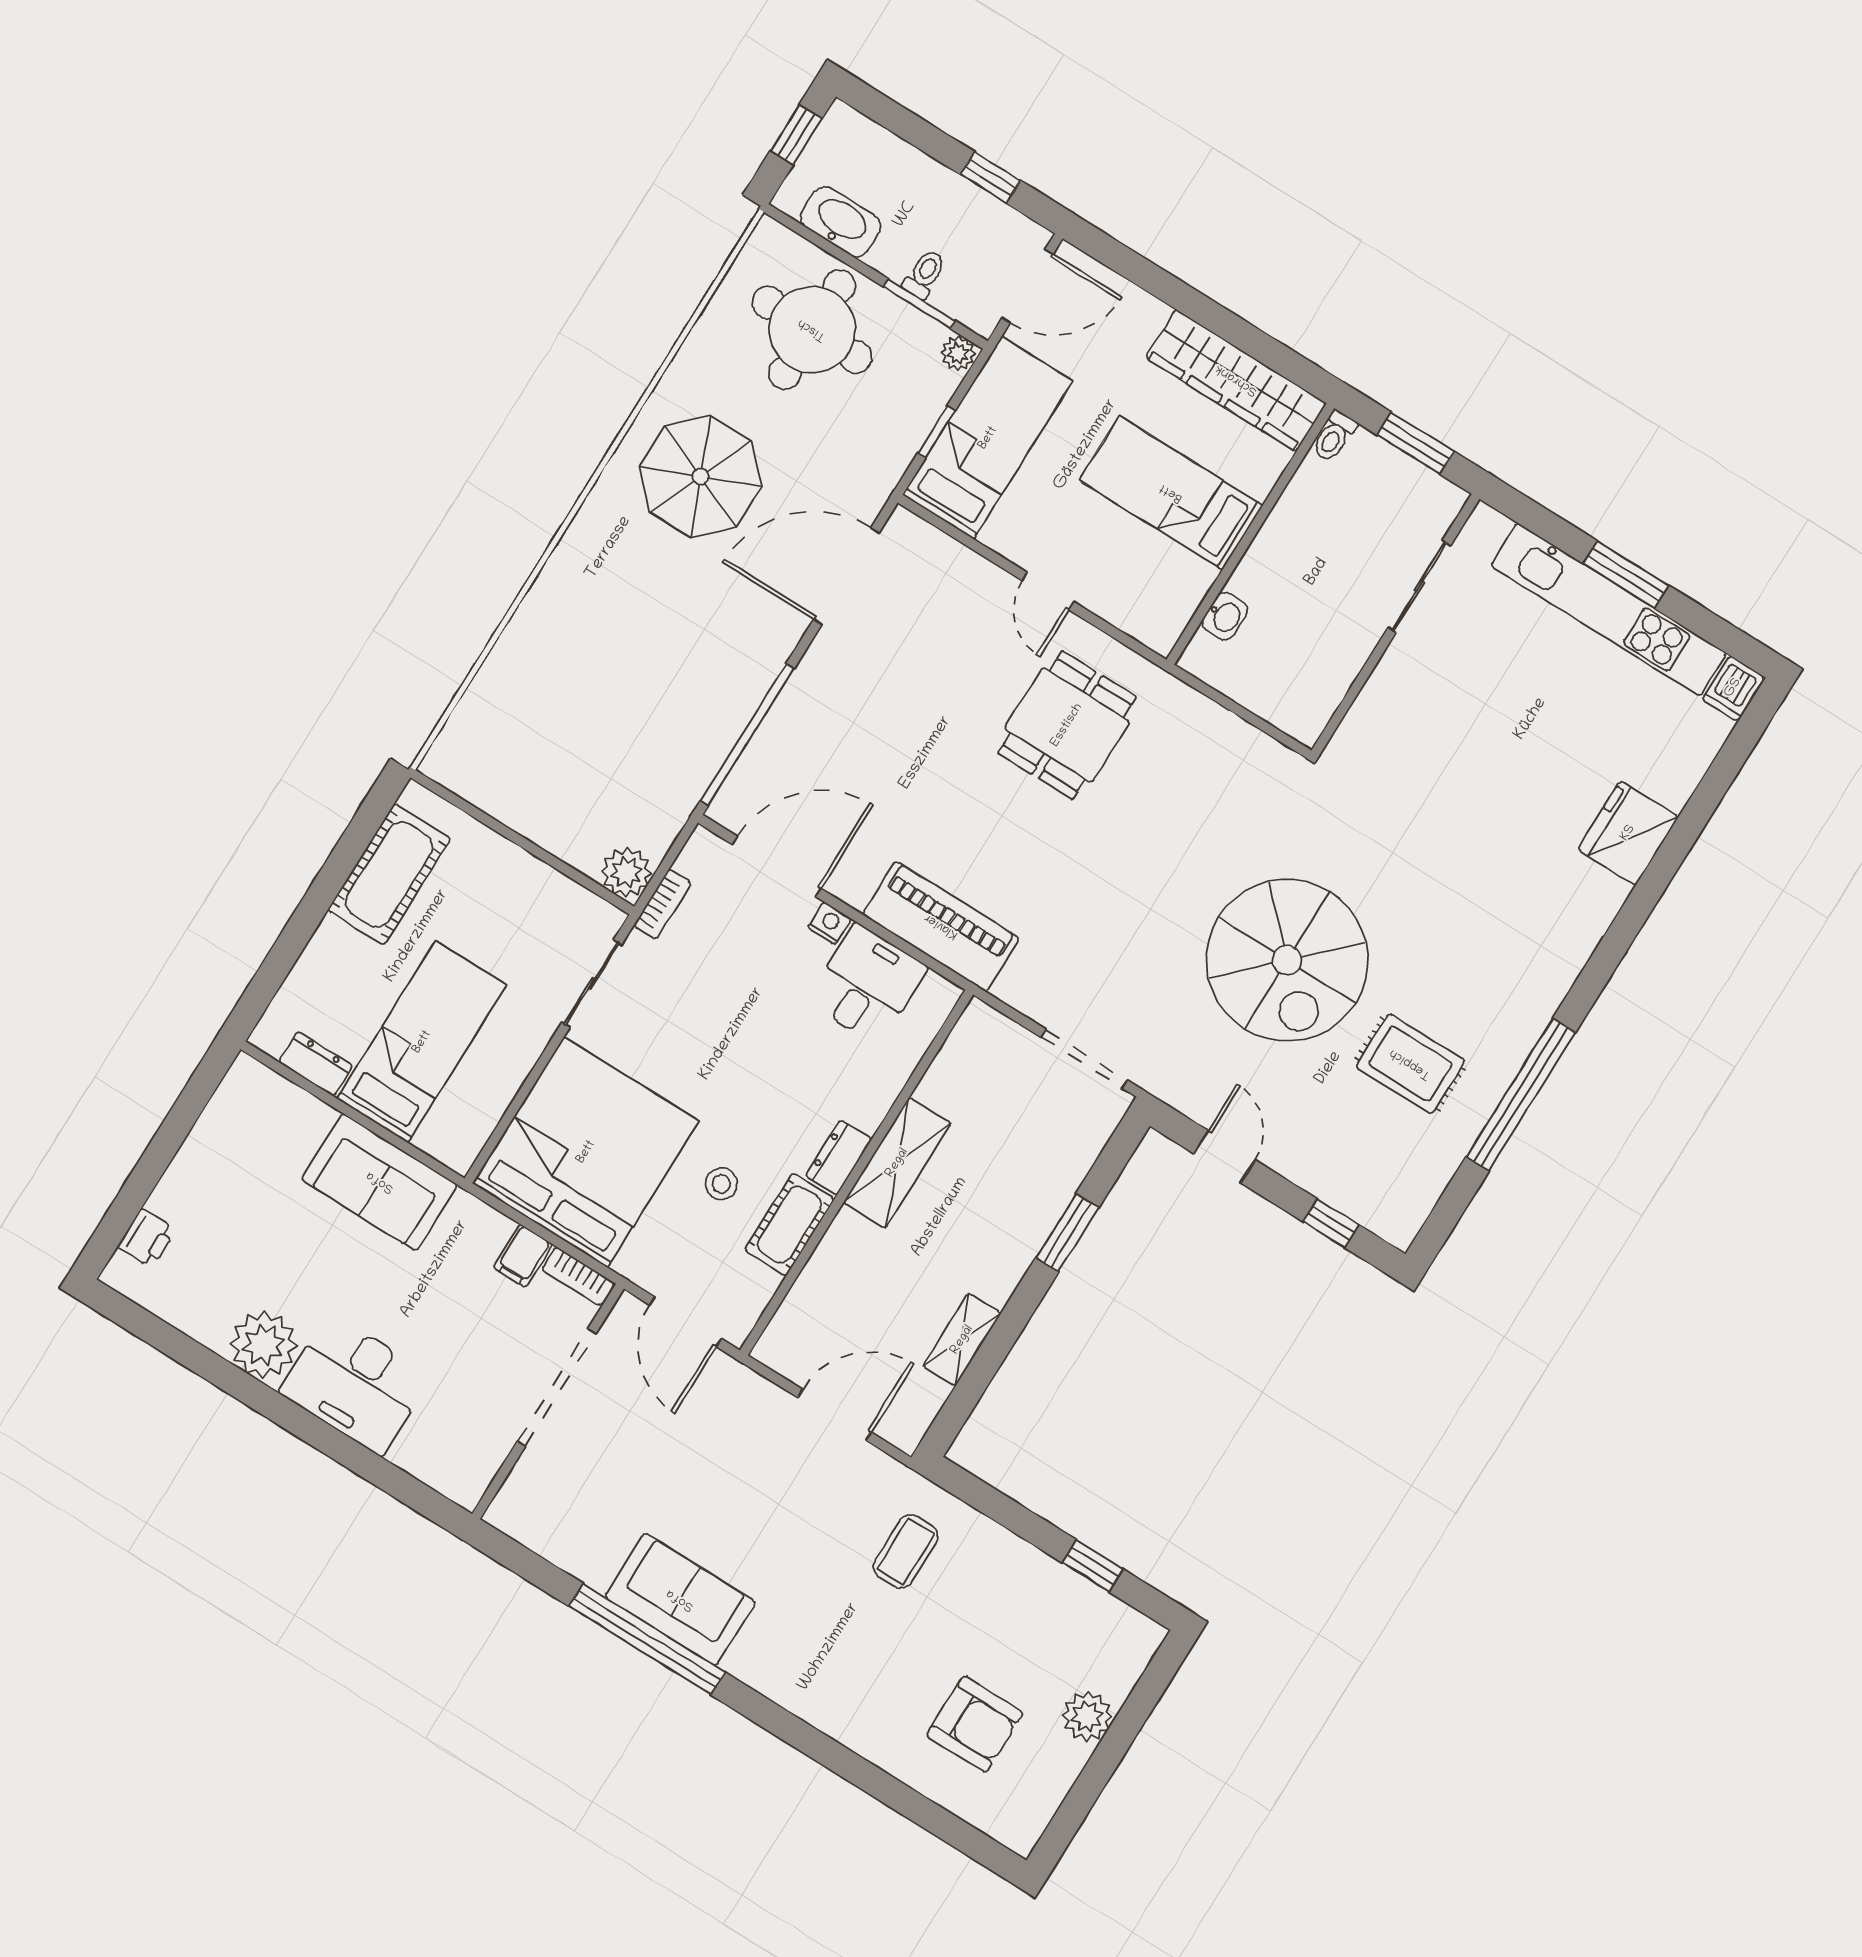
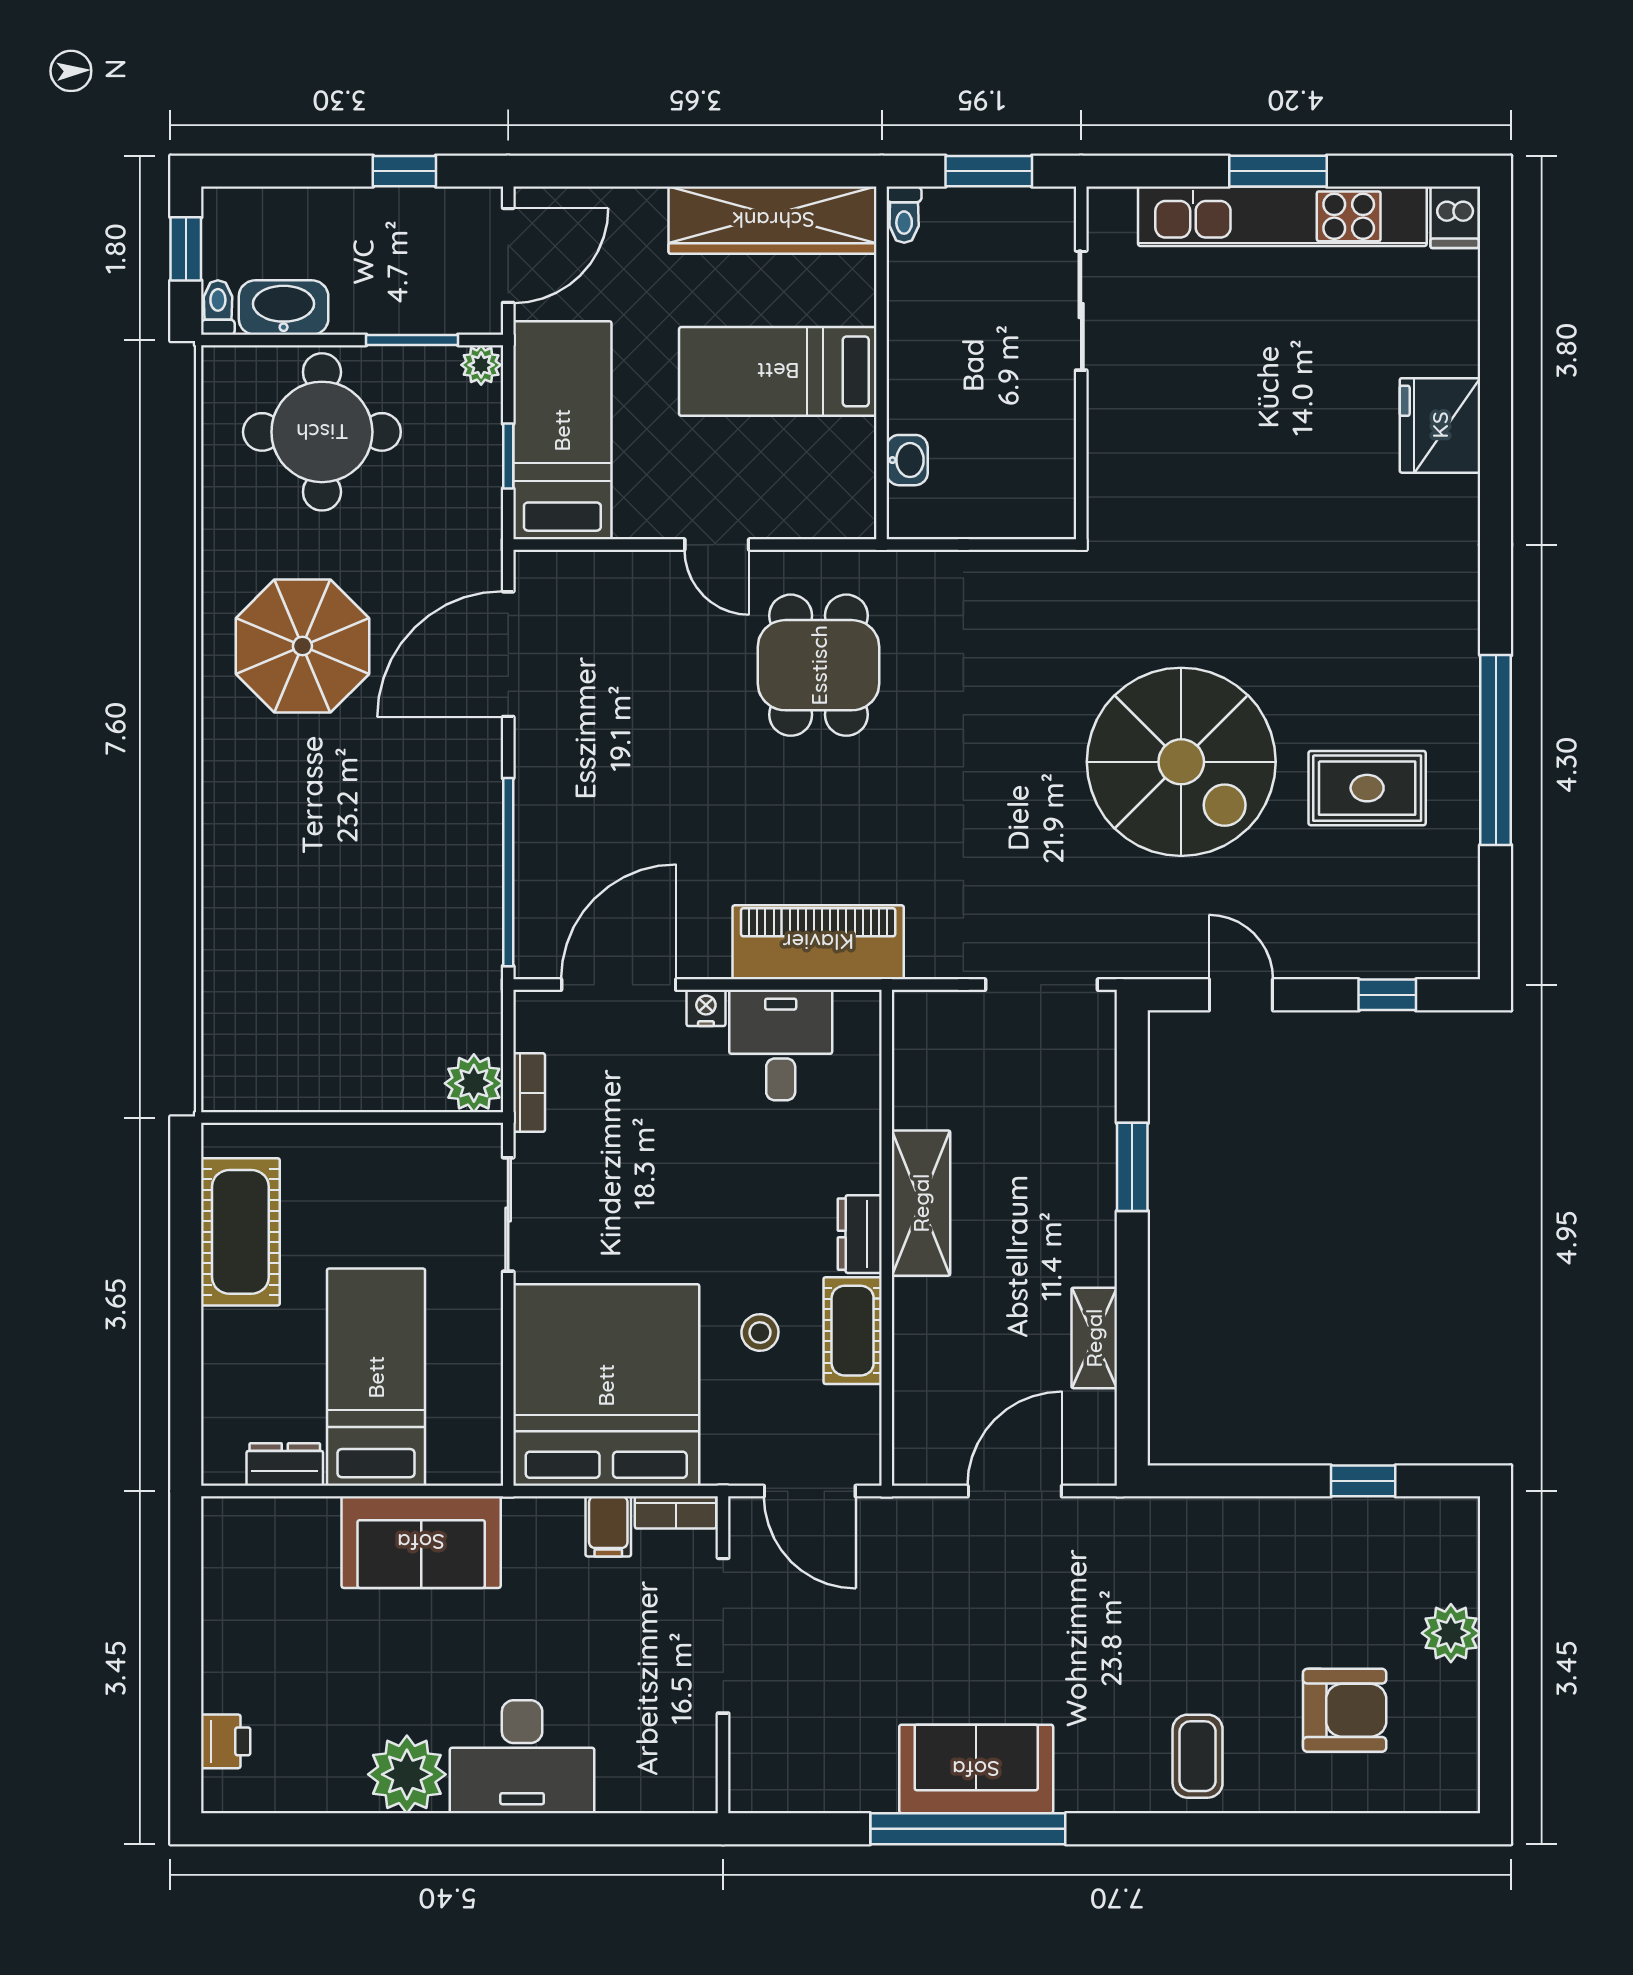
toilet: (924, 274) -> (218, 308), moved
coffee table: (906, 1552) -> (1198, 1756), moved

